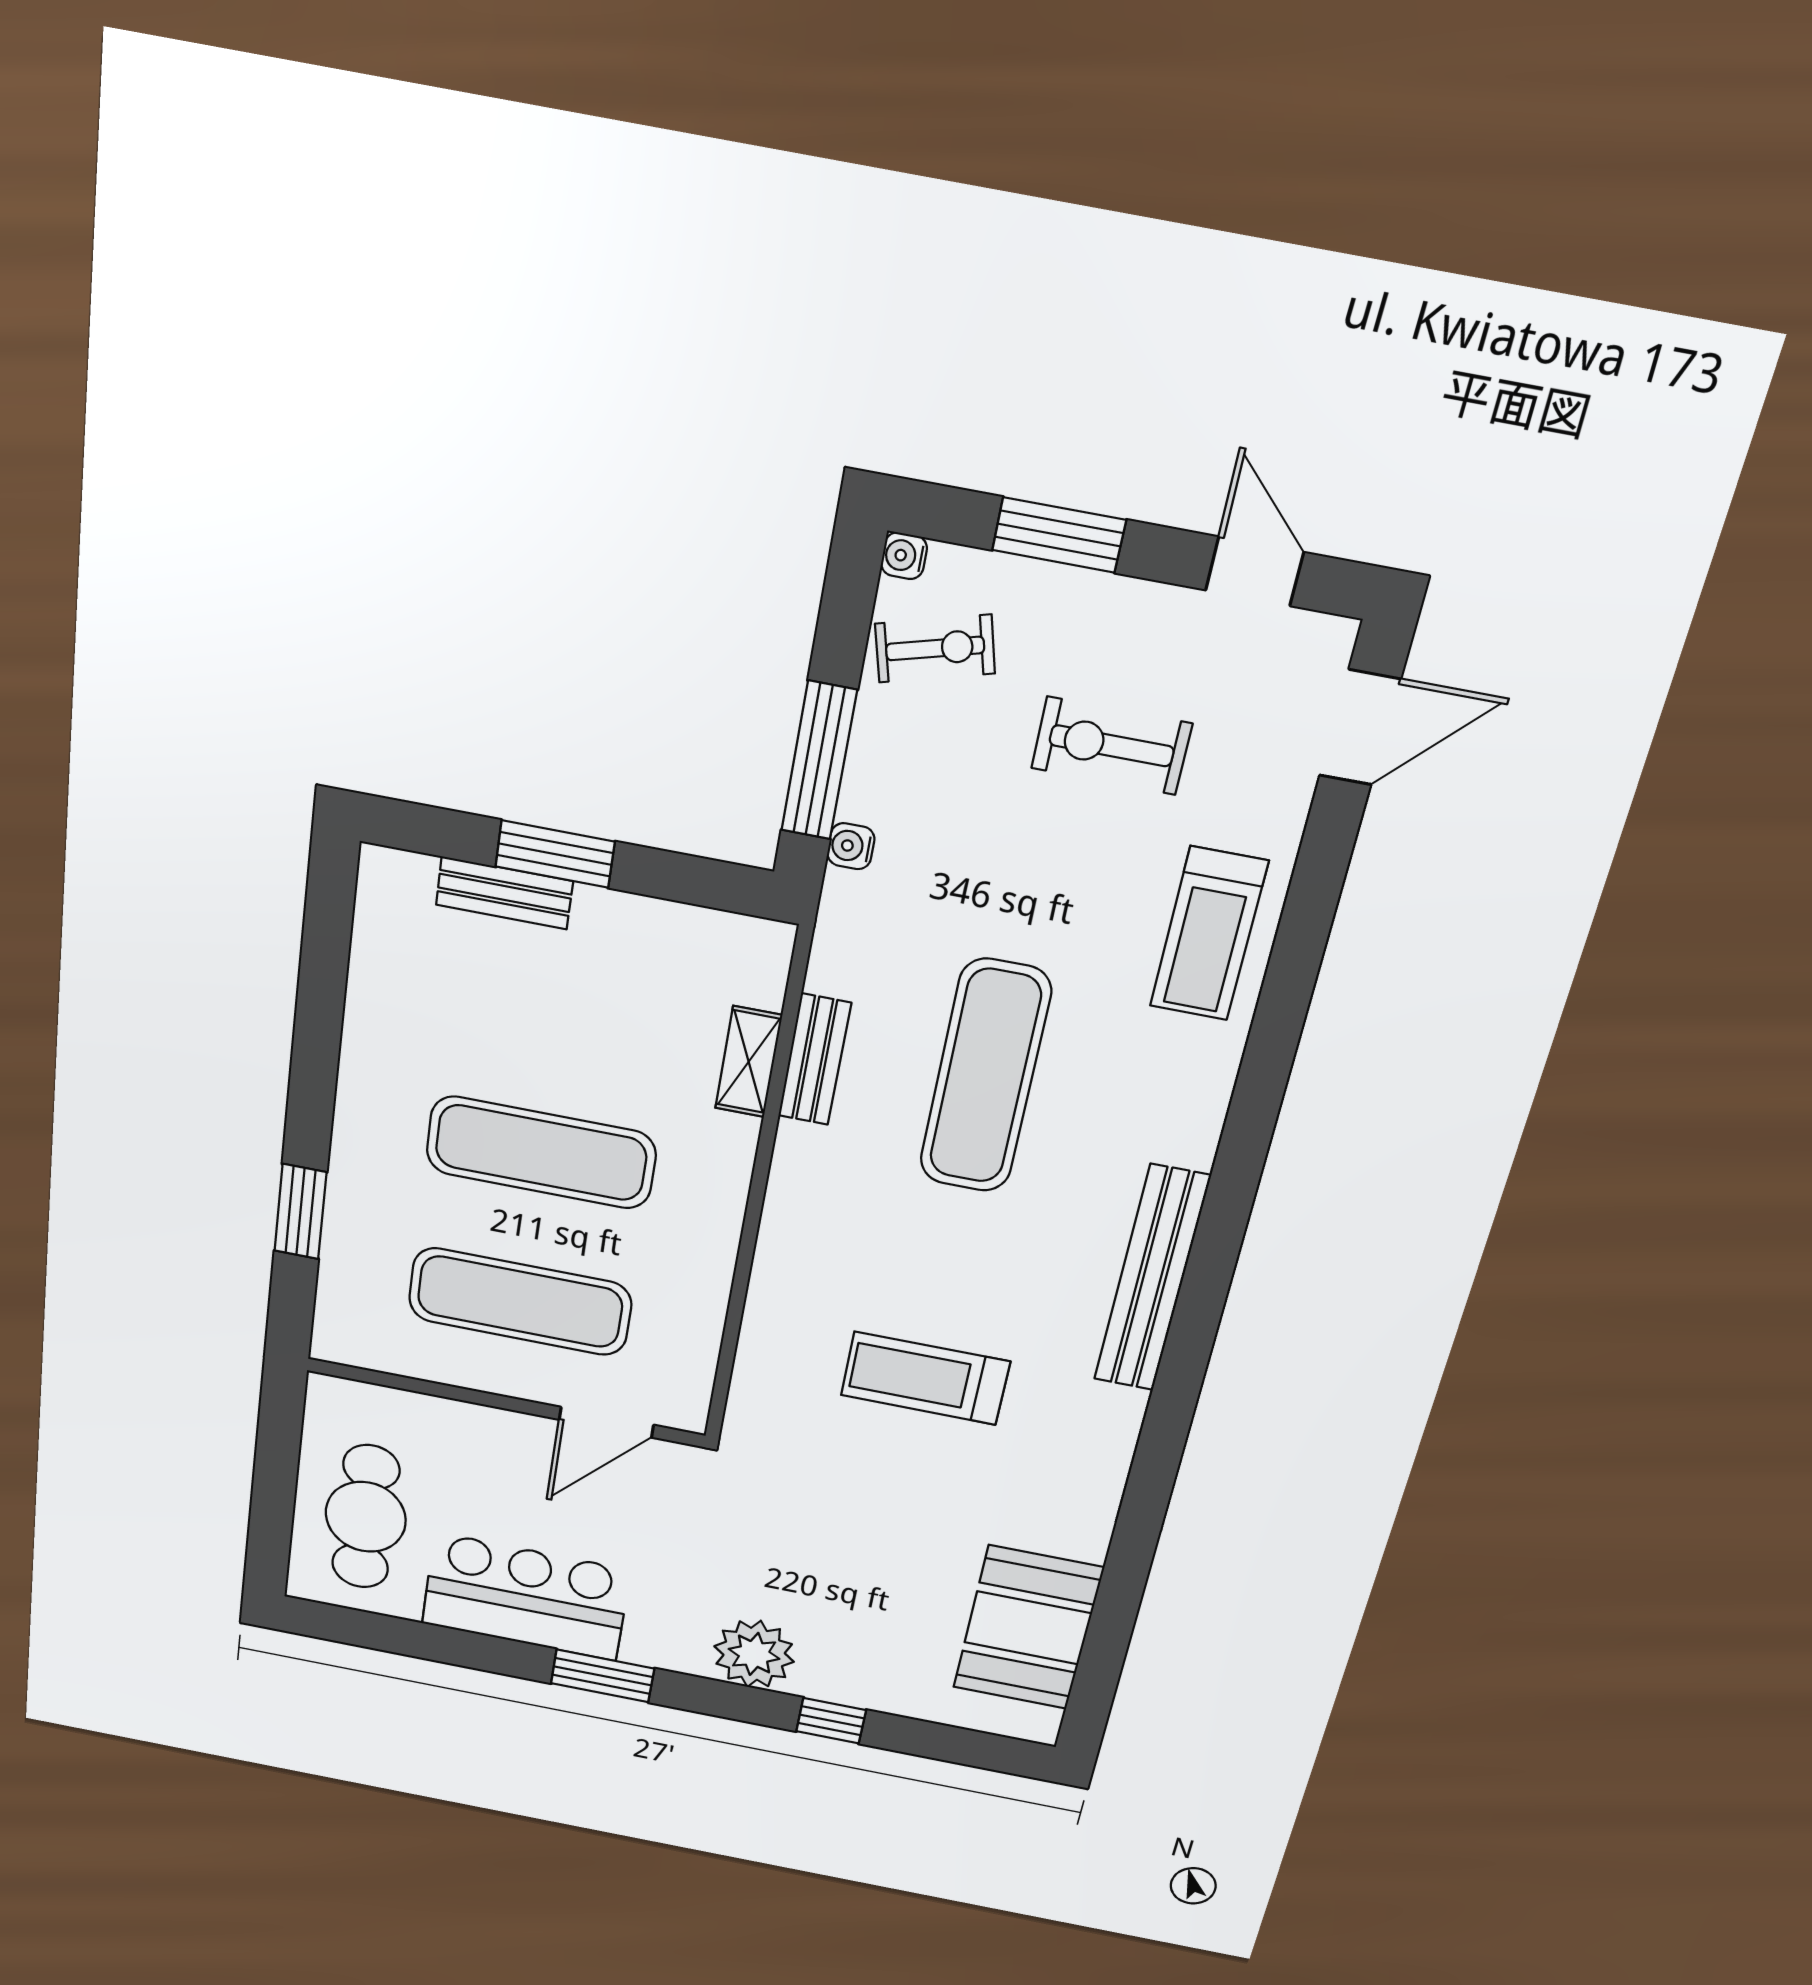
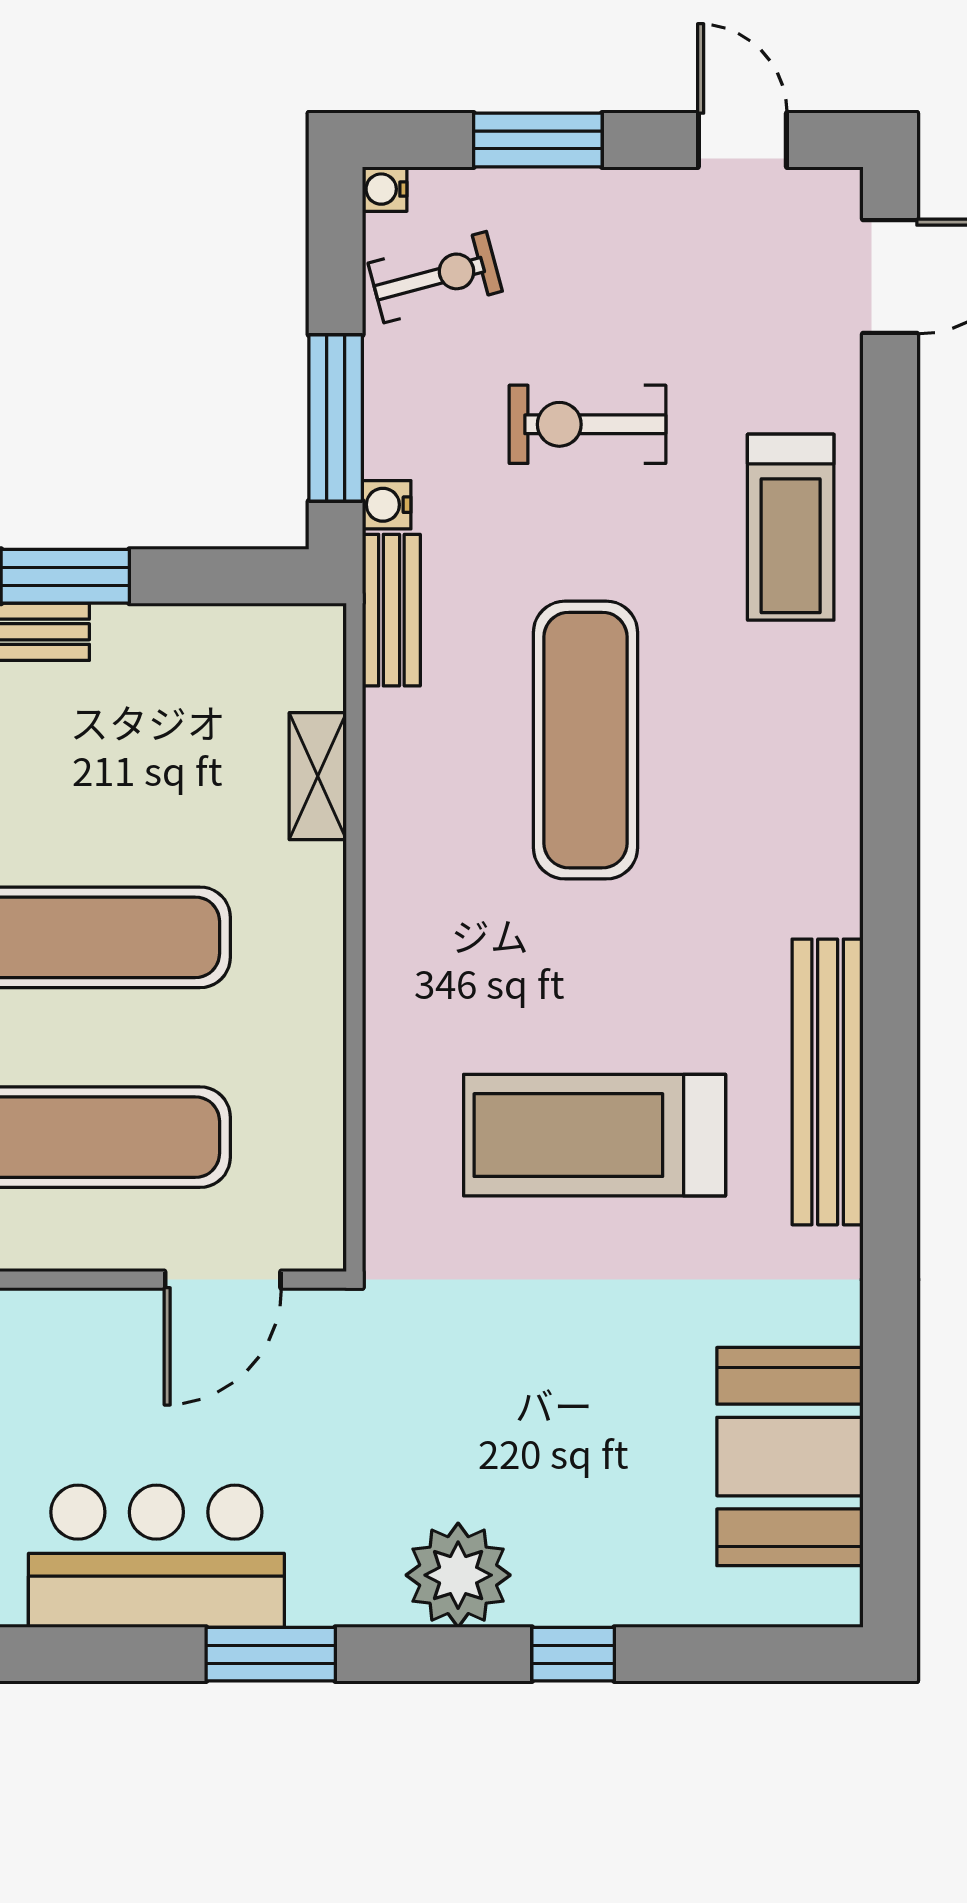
exercise bike: (1112, 746) -> (588, 424), moved
bench: (815, 1060) -> (391, 610), moved
bench: (1152, 1279) -> (828, 1082), moved
treadmill: (925, 1378) -> (595, 1135), width x1.37, depth x1.38

